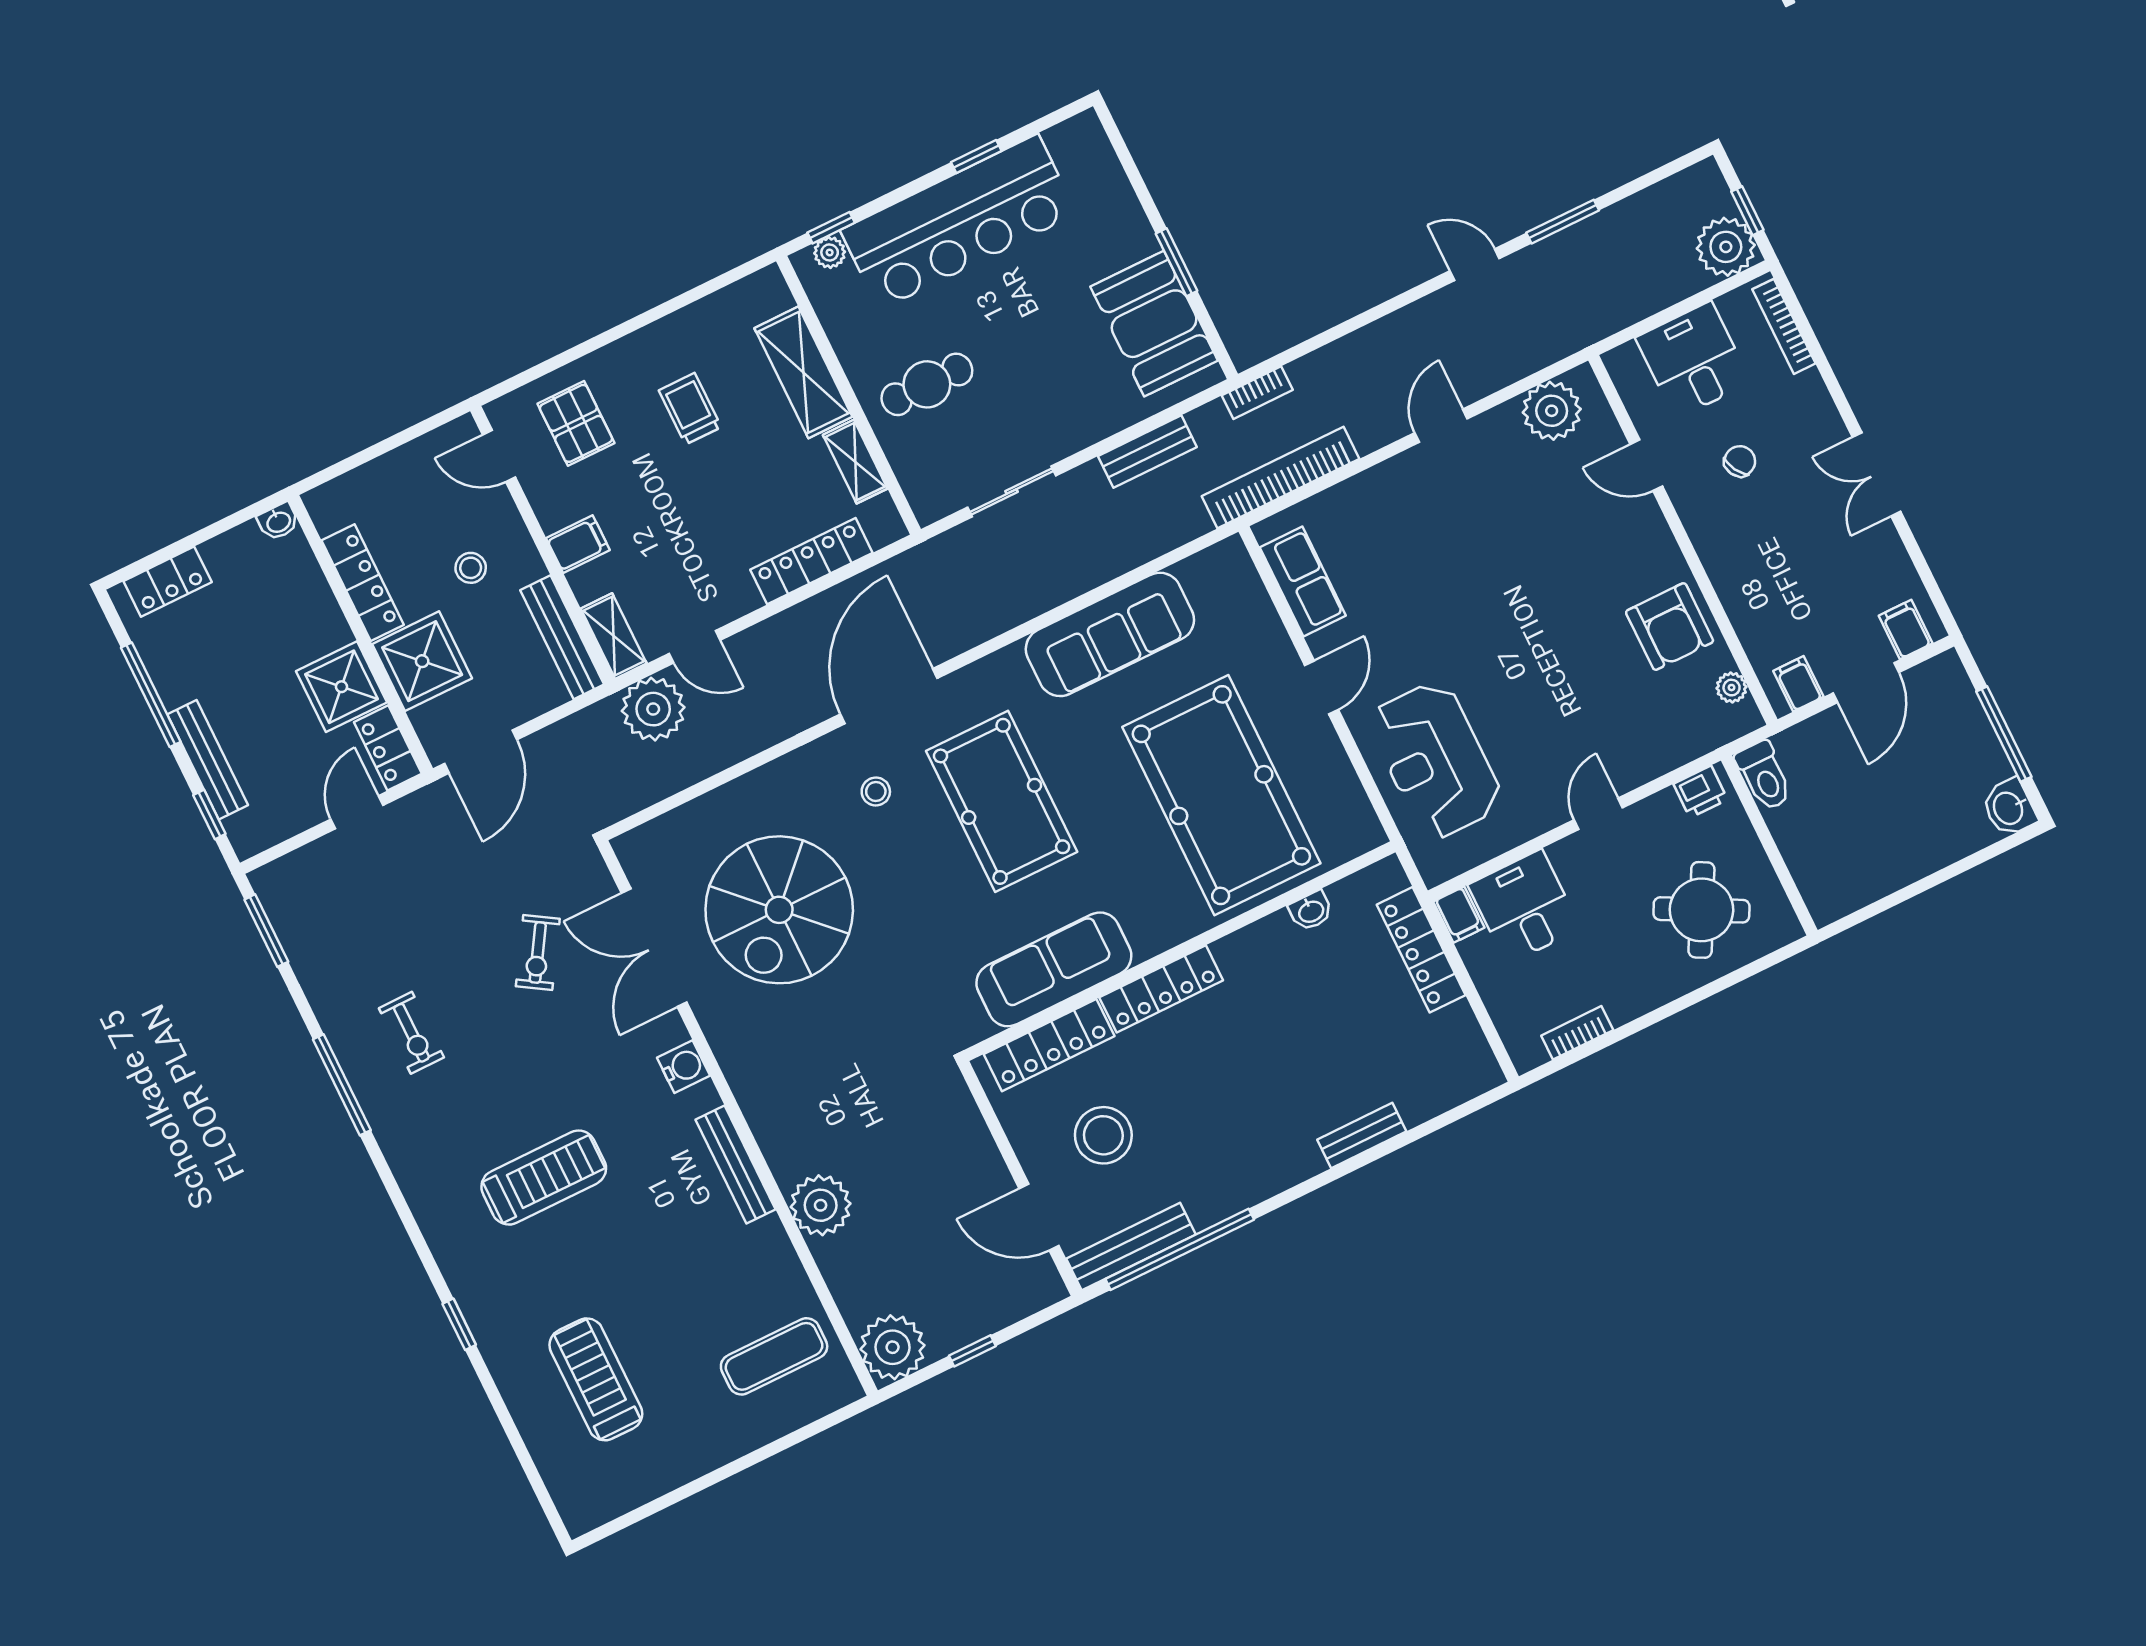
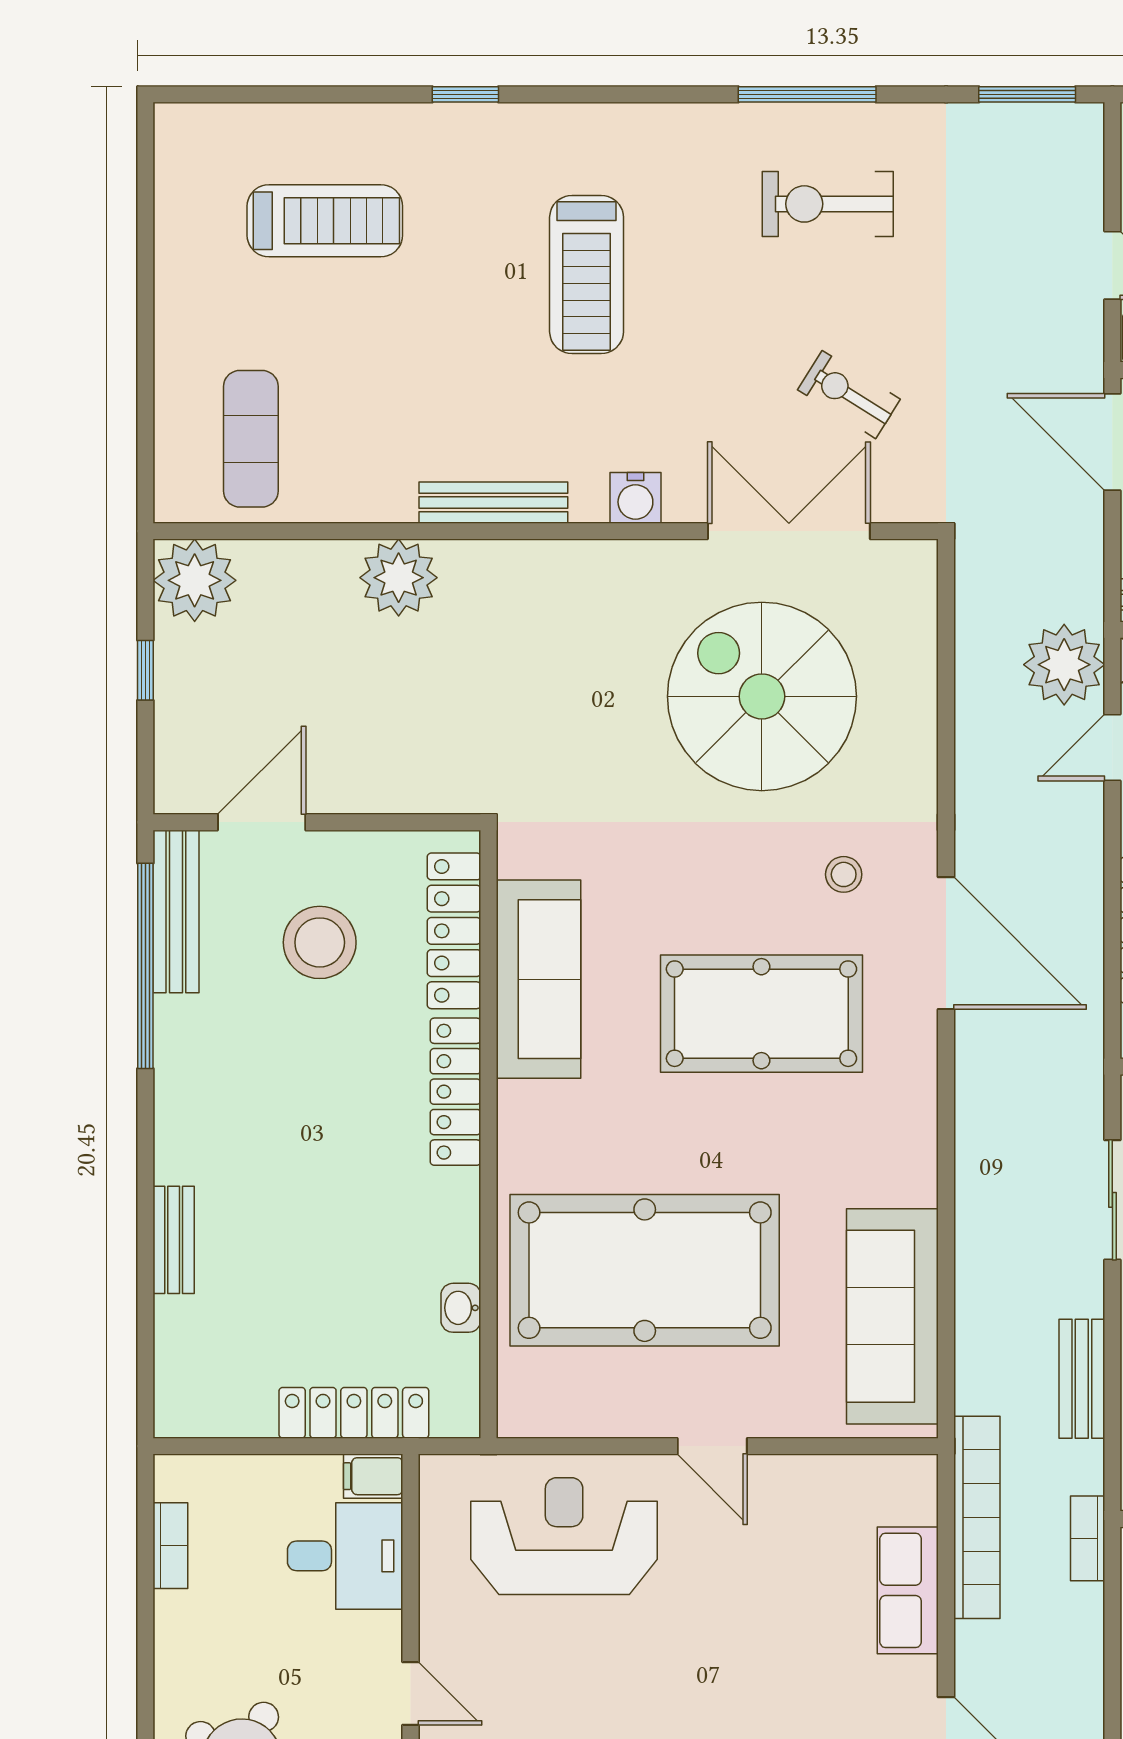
row of seats: (1303, 582) -> (908, 1590), moved, turned 90
sofa: (1110, 634) -> (892, 1316), moved
exercise bike: (411, 1033) -> (828, 204), width x1.38, depth x1.39

